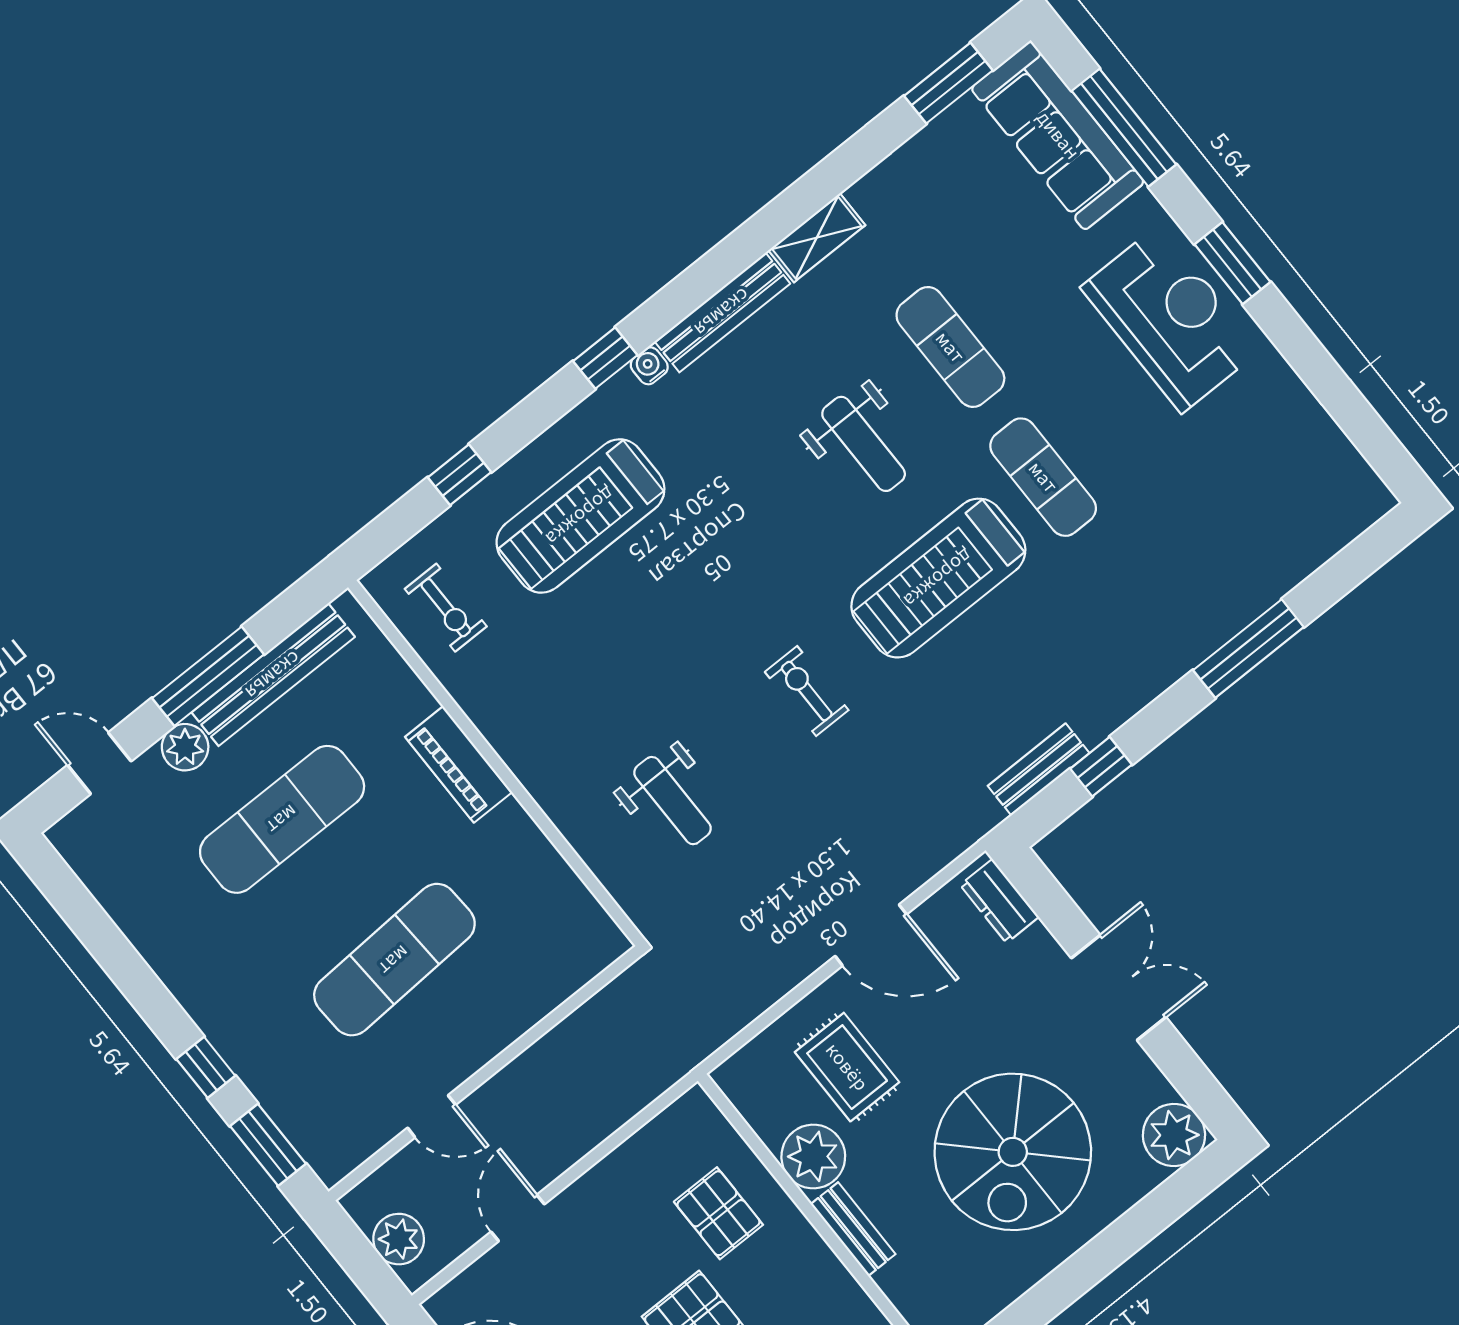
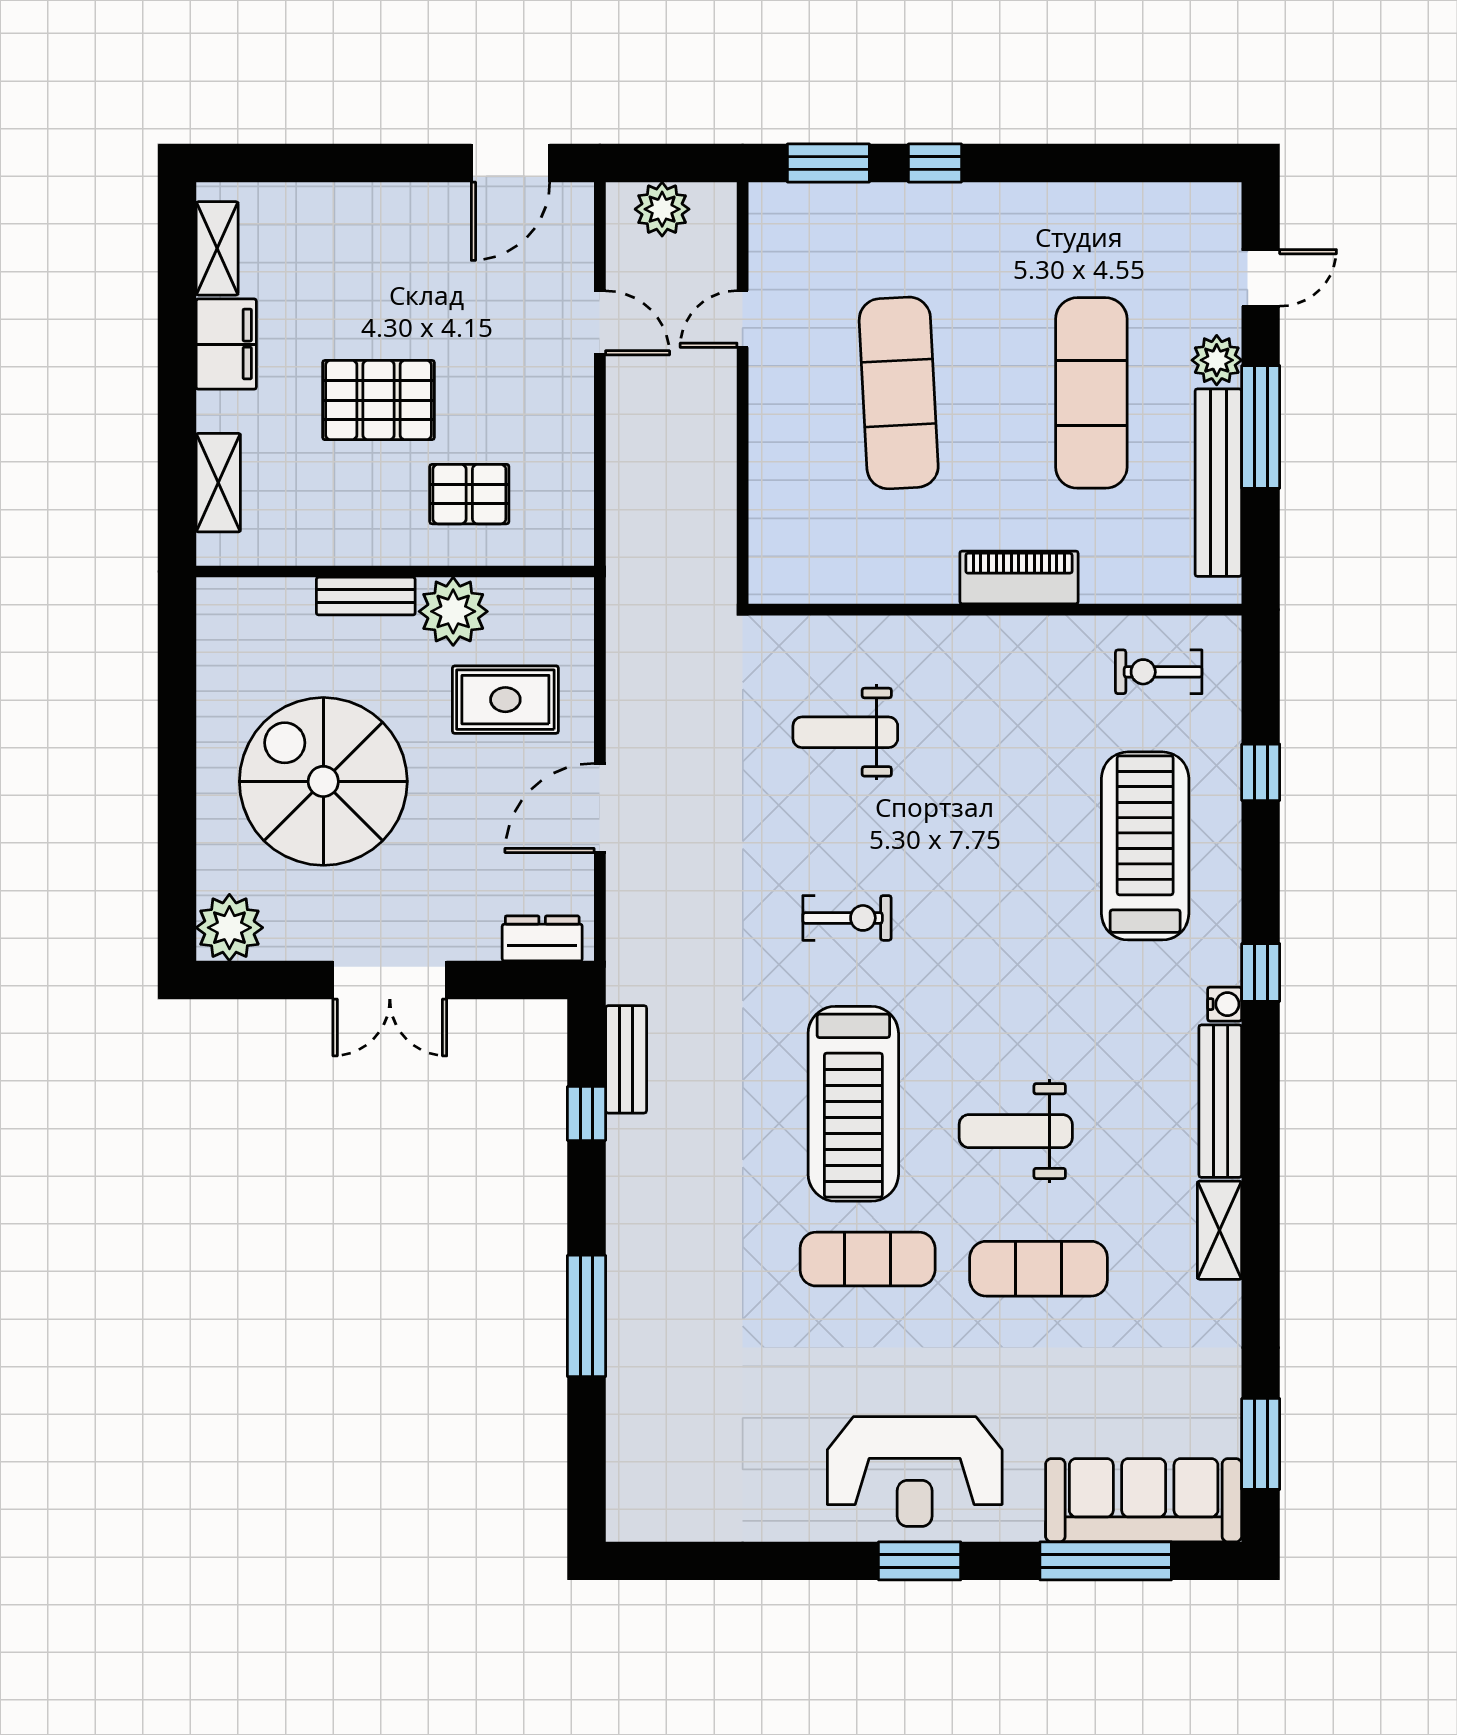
treadmill: (938, 578) -> (853, 1104), turned 180

